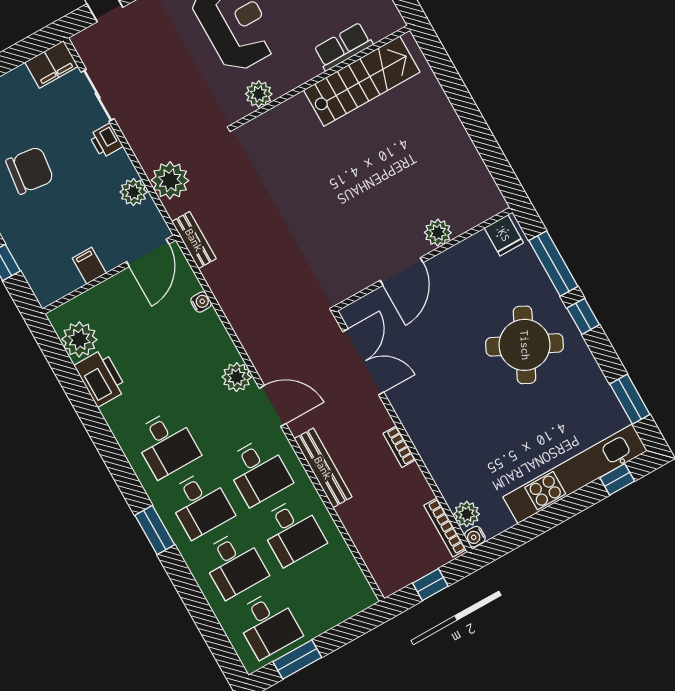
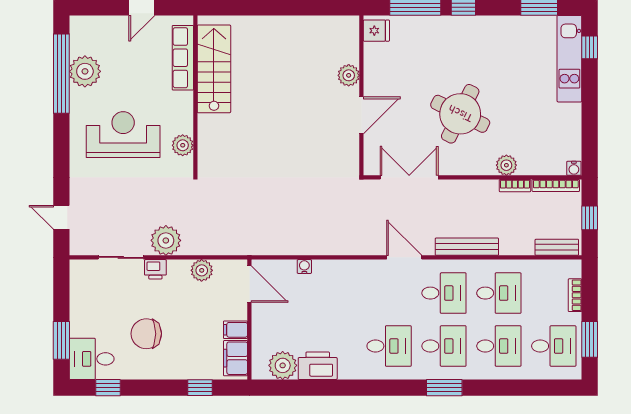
row of seats: (343, 47) -> (183, 58), width x1.48
filing cabinet: (51, 64) -> (236, 358), moved, turned 180
chair: (30, 170) -> (146, 334), turned -97
plant: (170, 180) -> (166, 240), moved
bench: (194, 240) -> (557, 247), moved
door: (402, 271) -> (361, 115), hinge flipped
round table: (525, 345) -> (460, 114), moved
plant: (237, 377) -> (370, 271), removed
door: (273, 406) -> (404, 257), hinge flipped
bookcase: (399, 447) -> (515, 186), moved
kitchen unit: (575, 474) -> (569, 59), width x0.73
plant: (467, 514) -> (506, 165), moved
bookcase: (337, 616) -> (575, 295), added

